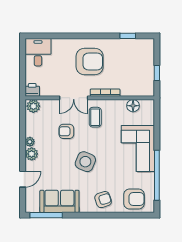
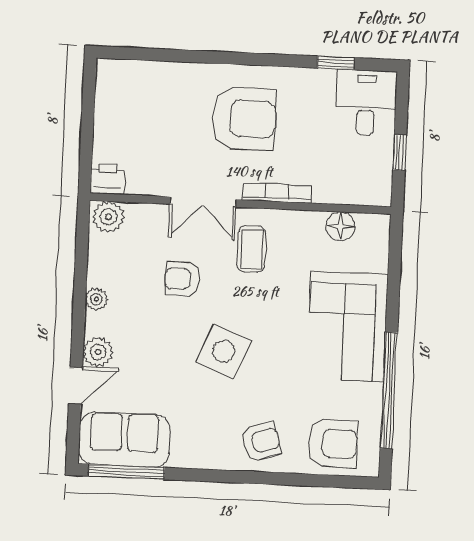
desk: (38, 52) -> (366, 103), moved
plant: (32, 154) -> (98, 352), moved
sofa: (59, 201) -> (124, 440), moved

